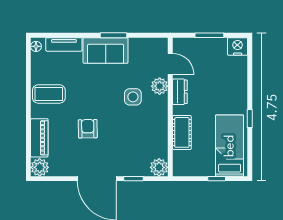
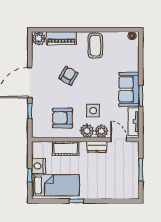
tv unit: (64, 44) -> (134, 122), moved
nightstand: (238, 46) -> (39, 166), moved, turned 180
door: (170, 64) -> (119, 139), swing flipped
armchair: (88, 129) -> (68, 76), turned -59
armchair: (142, 136) -> (63, 118), added
plant: (159, 167) -> (87, 131), moved

